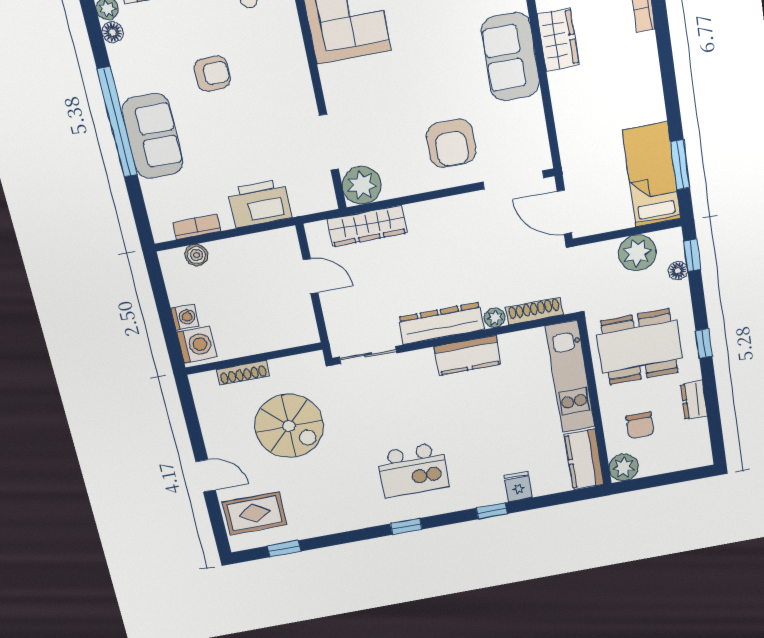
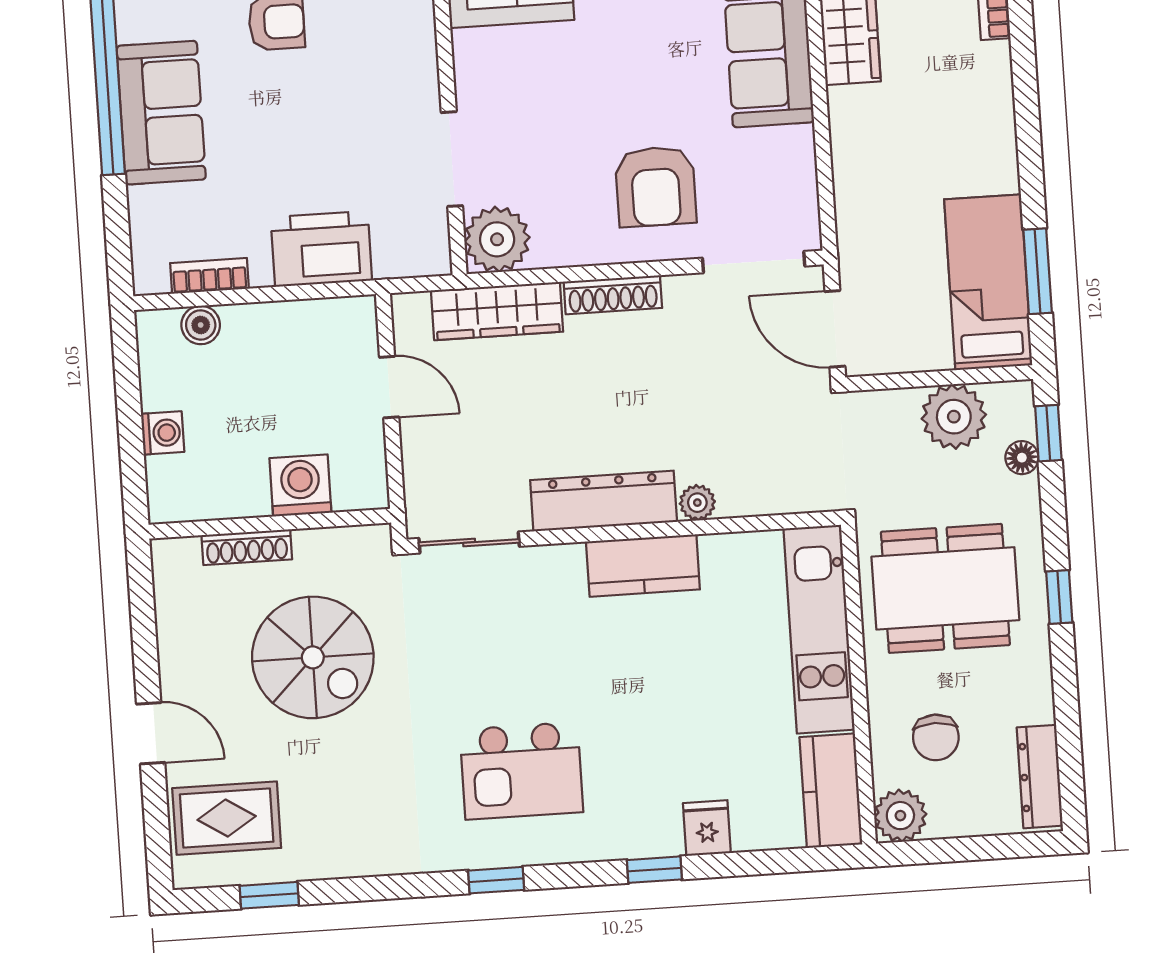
shoe rack: (534, 311) -> (613, 295), moved, turned 180
washing machine: (197, 345) -> (300, 485), moved, turned -90
dresser: (694, 400) -> (1040, 777), moved, width x1.44

